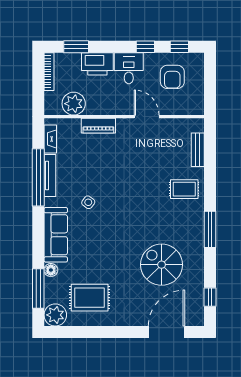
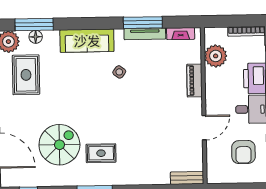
armchair: (172, 77) -> (243, 152), turned -90
bench: (198, 150) -> (187, 178), moved
window: (38, 177) -> (143, 23), width x0.68
rug: (184, 189) -> (101, 153), moved, turned 90
floor lamp: (51, 270) -> (36, 37), moved

